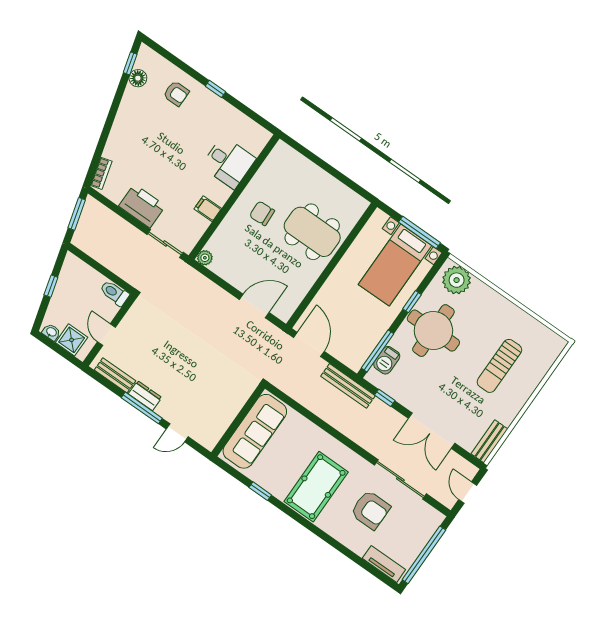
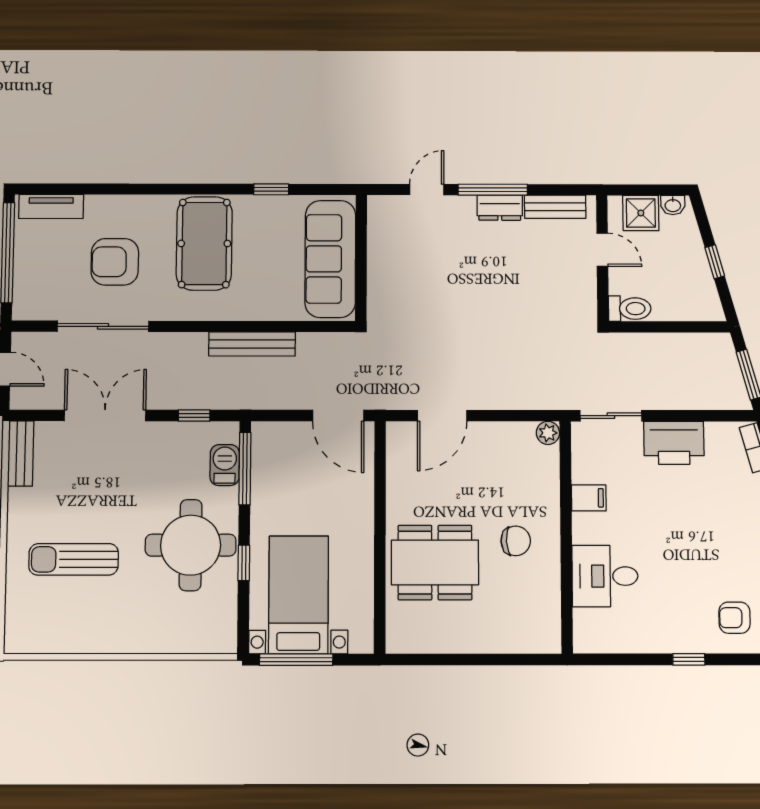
plant: (457, 280) -> (205, 632), removed
sun lounger: (499, 366) -> (74, 559), turned -90
bench: (348, 386) -> (252, 344), moved

